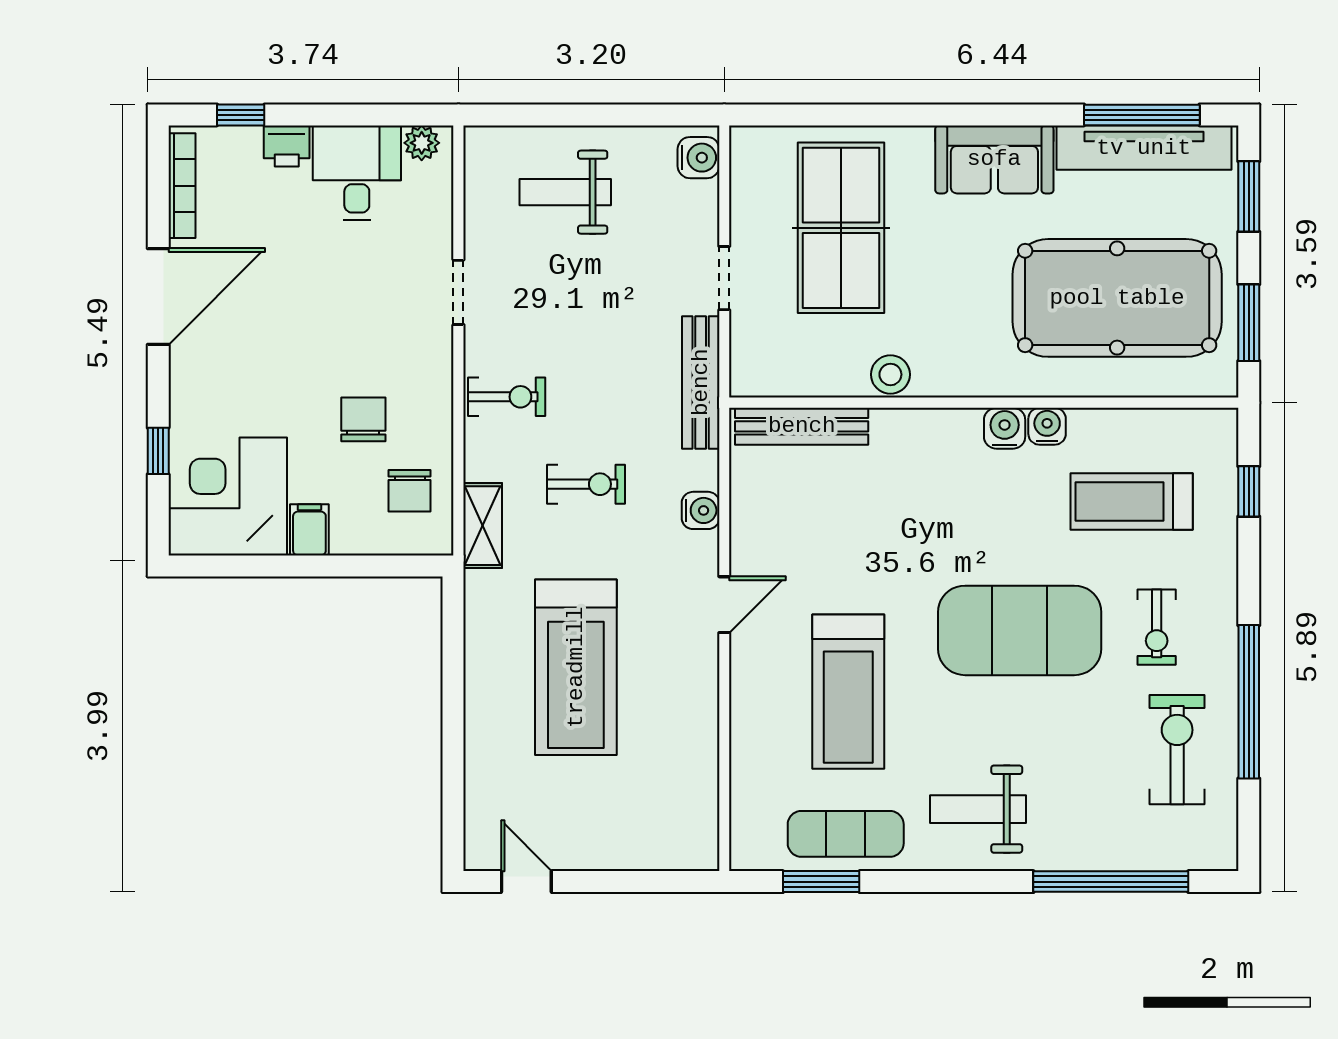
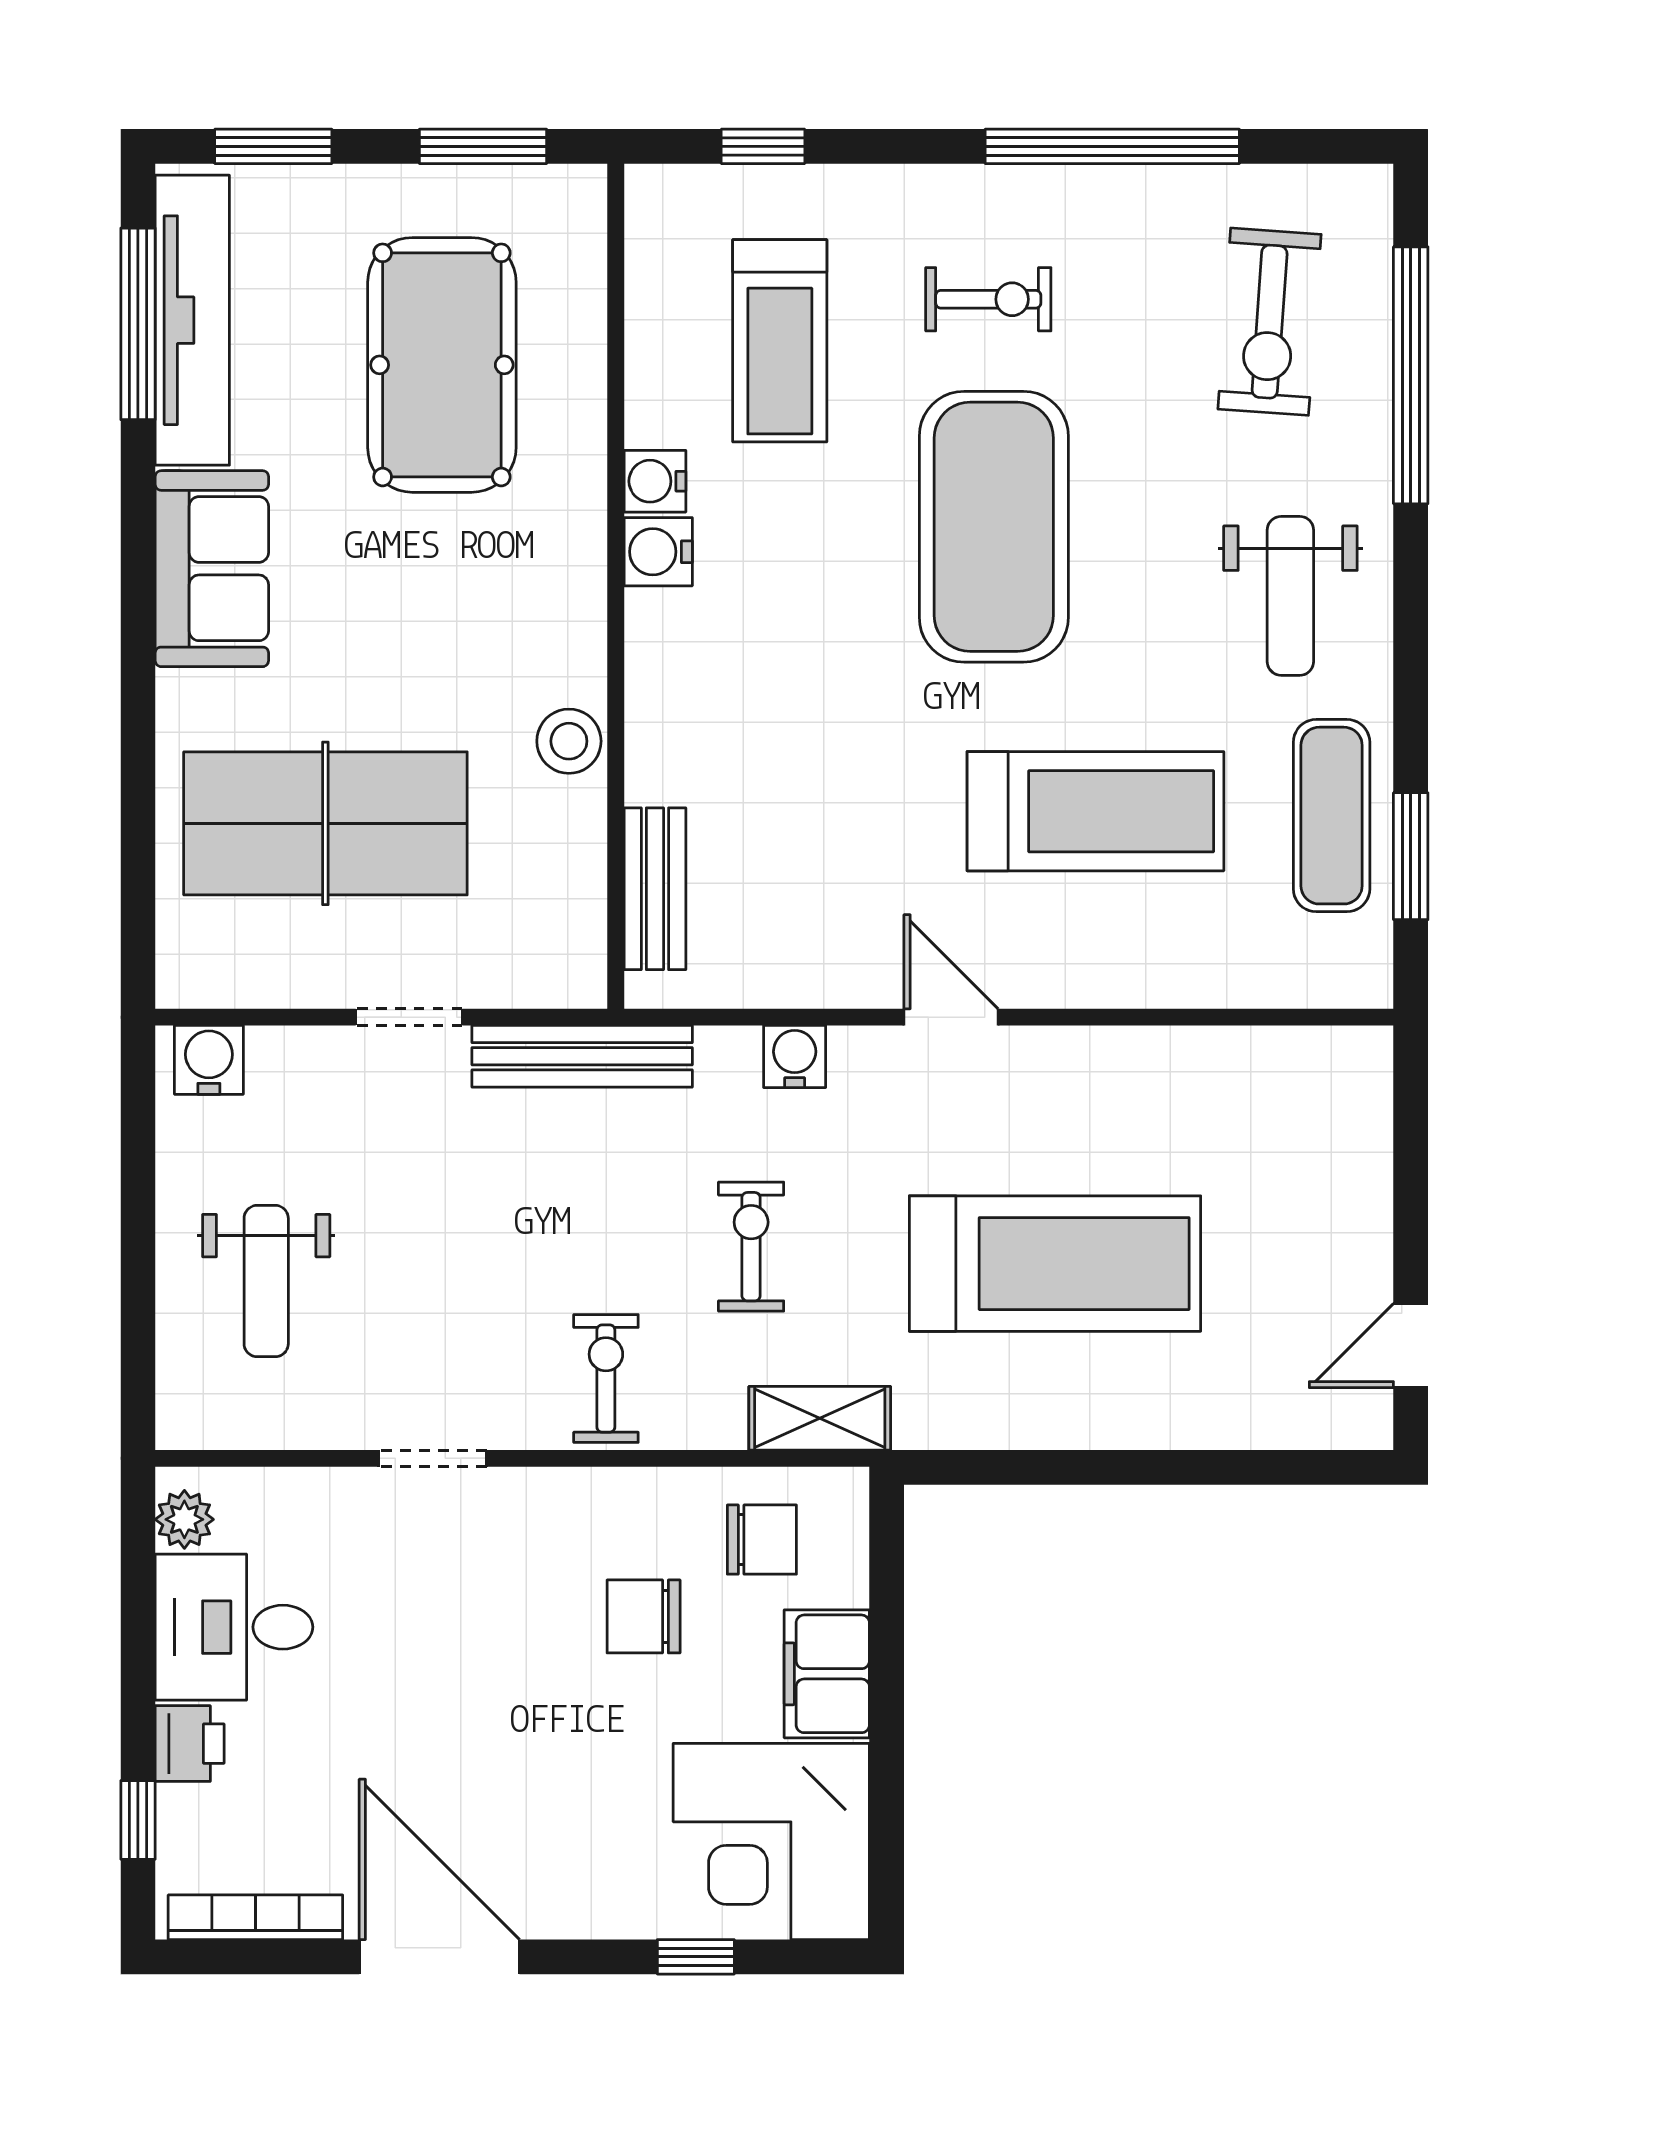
pool table: (1117, 298) -> (442, 365), width x0.73, depth x0.76
bench: (802, 426) -> (655, 889), width x0.73
filing cabinet: (309, 530) -> (827, 1674), width x2.00
exercise bike: (1177, 750) -> (1270, 322), moved, turned -86

